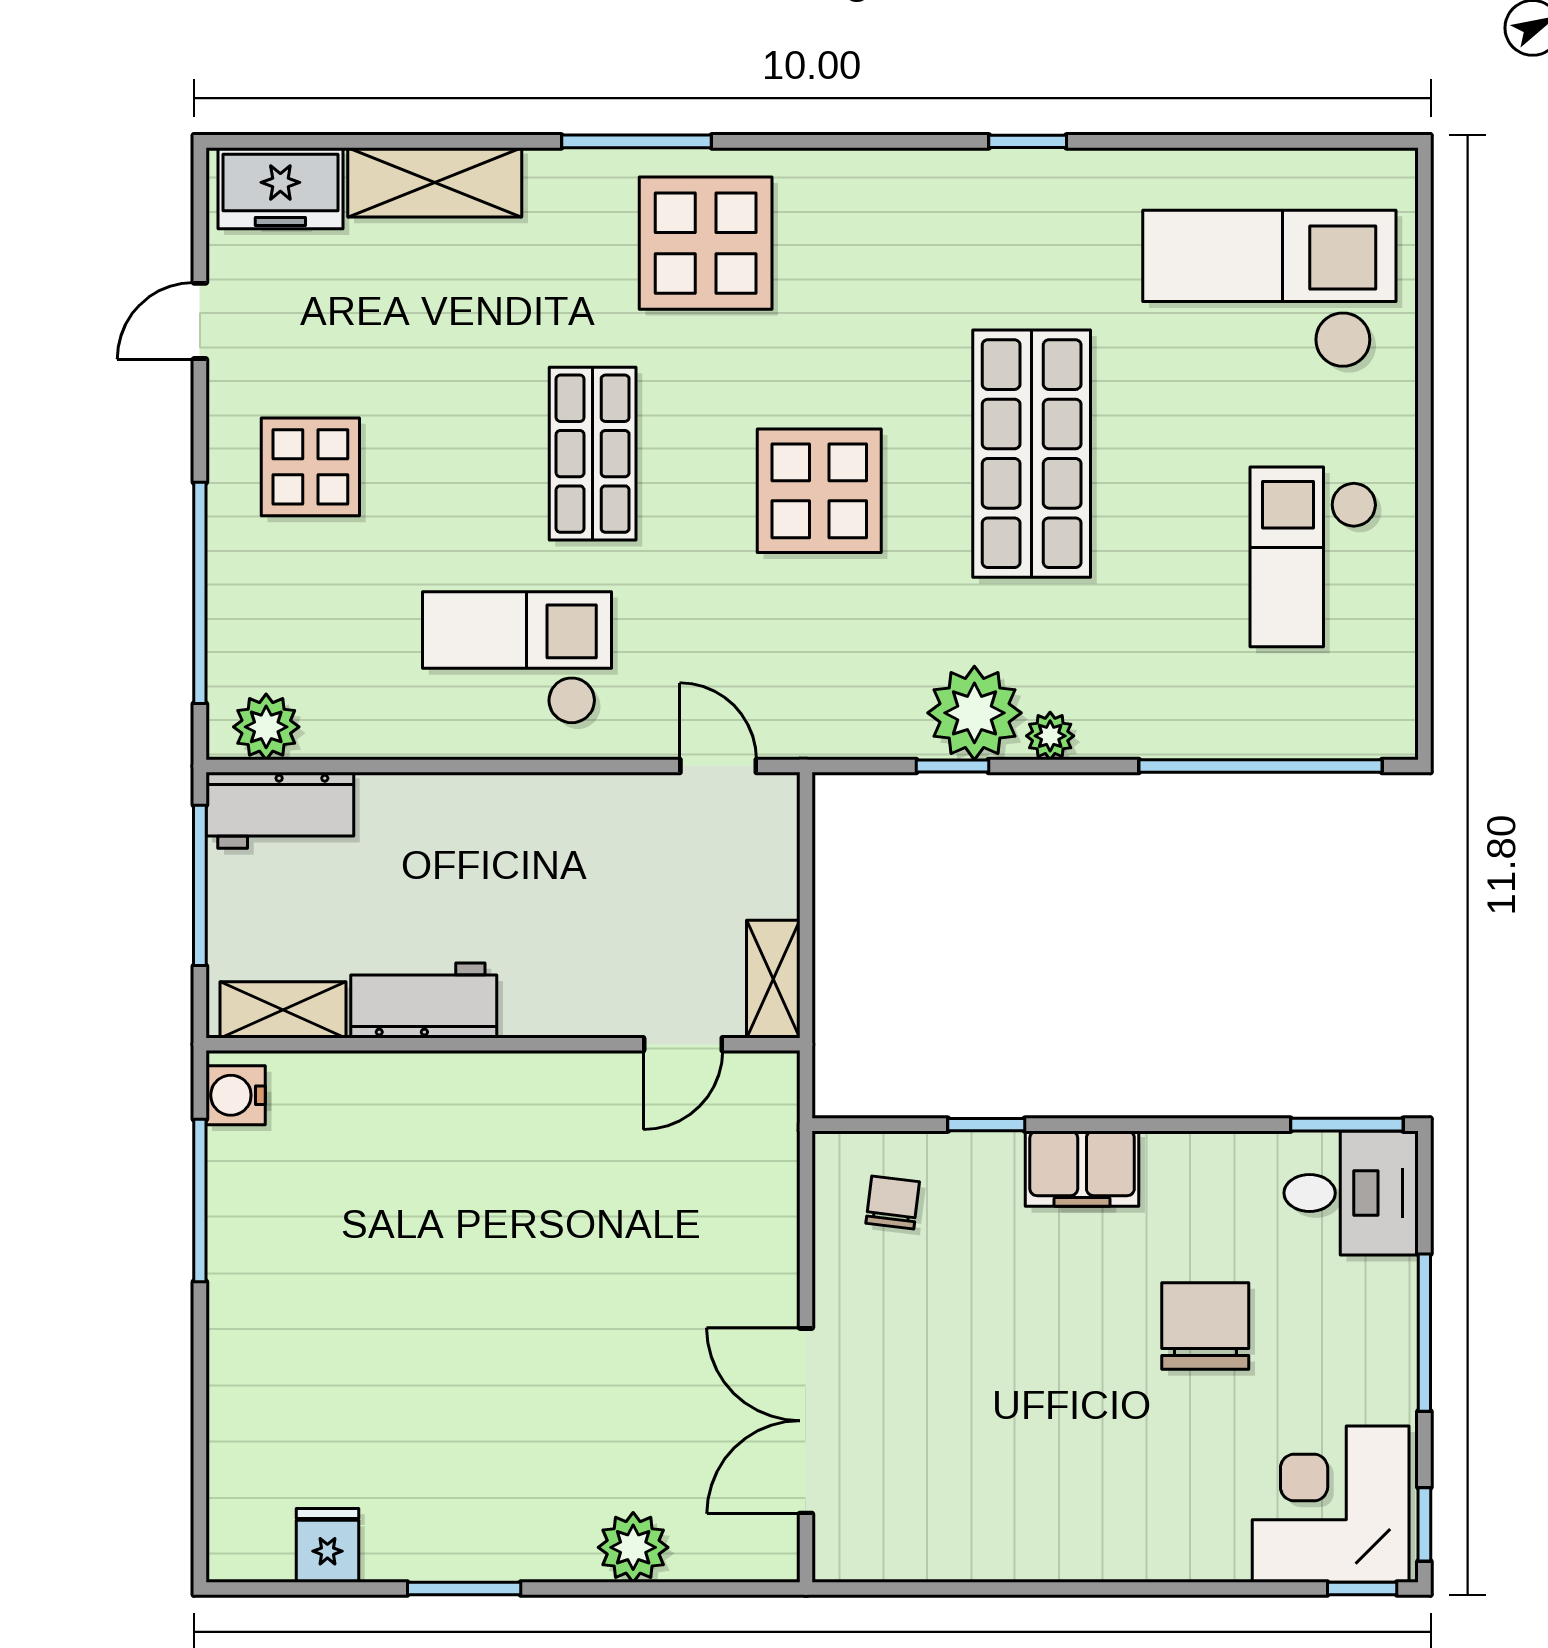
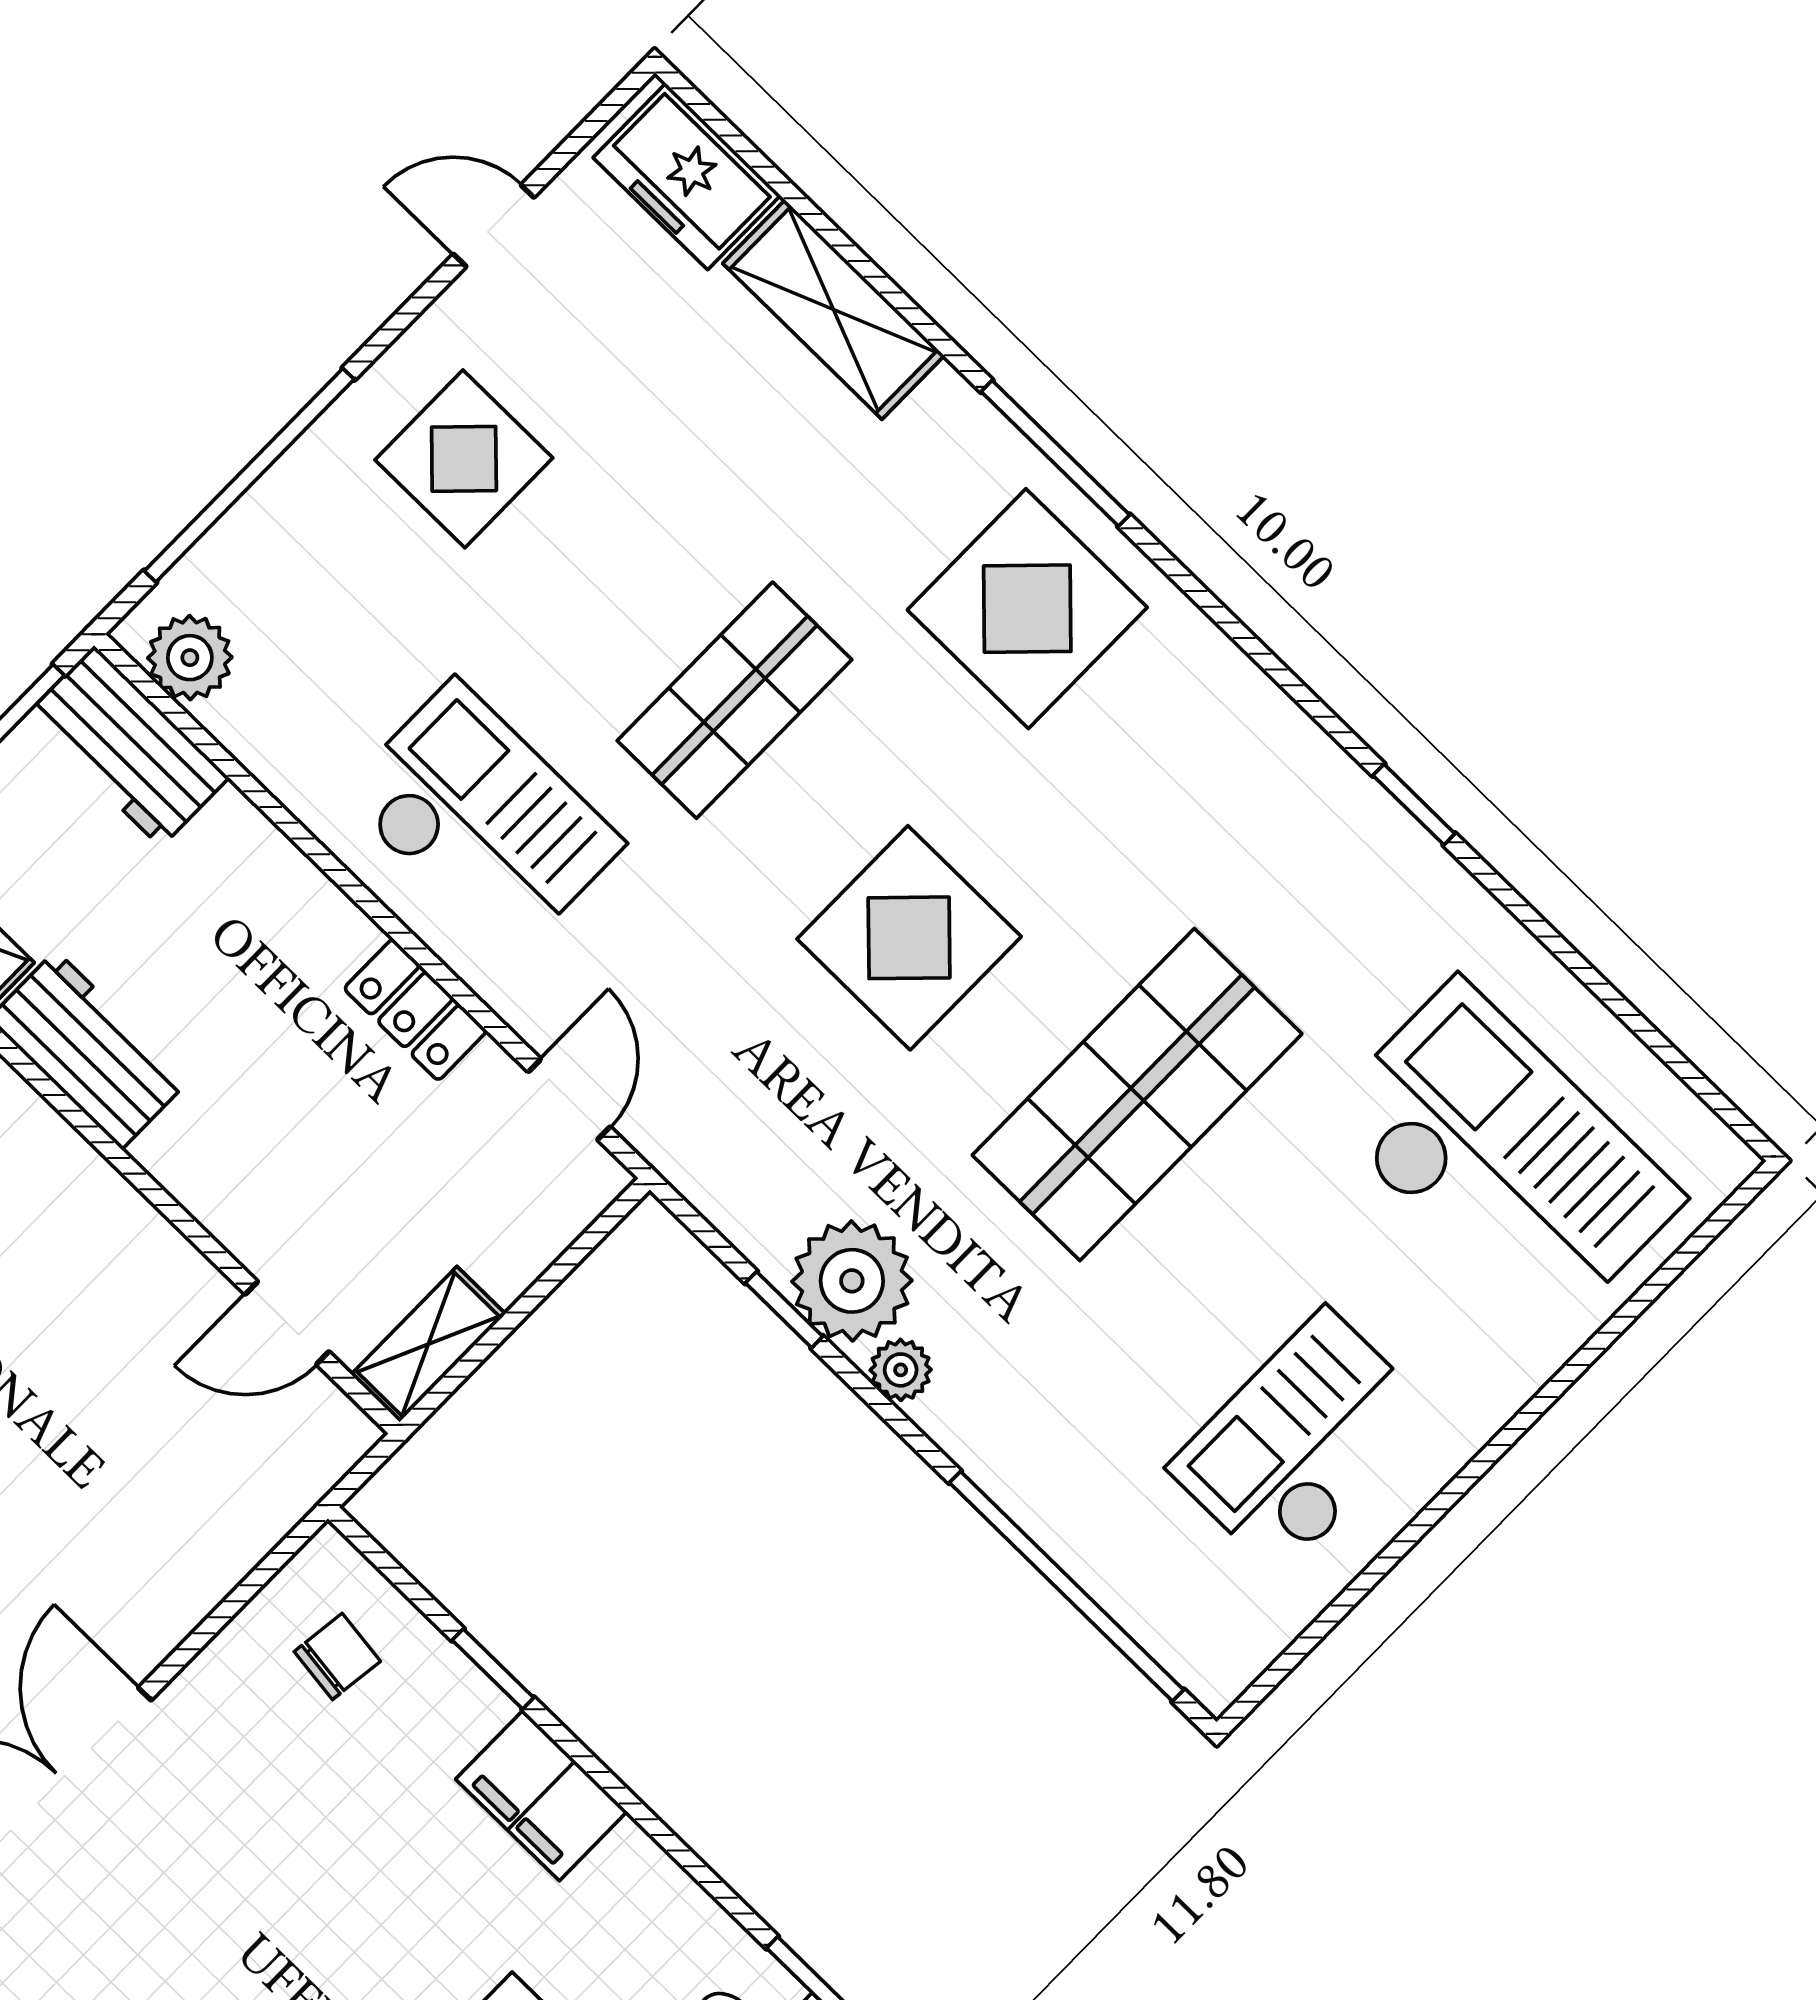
locker: (584, 800) -> (416, 1010), added

